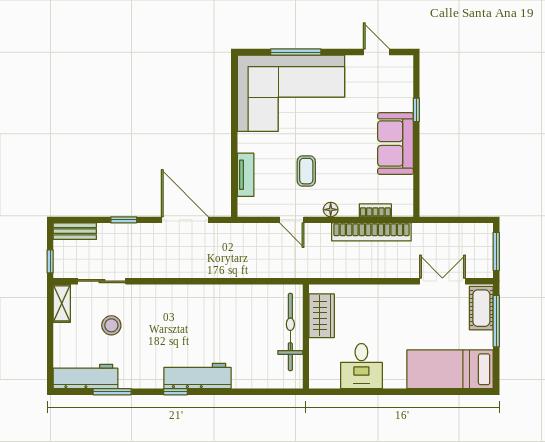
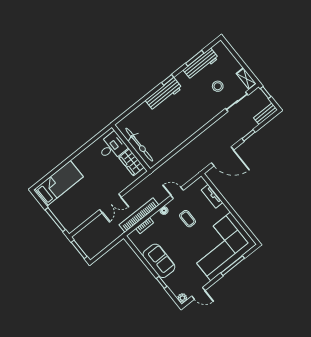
plant: (405, 64) -> (182, 298), added
double door: (442, 281) -> (110, 203), moved
cot: (481, 308) -> (66, 220), removed
desk: (361, 366) -> (112, 147), moved, turned 90
workbench: (86, 376) -> (201, 64), moved

